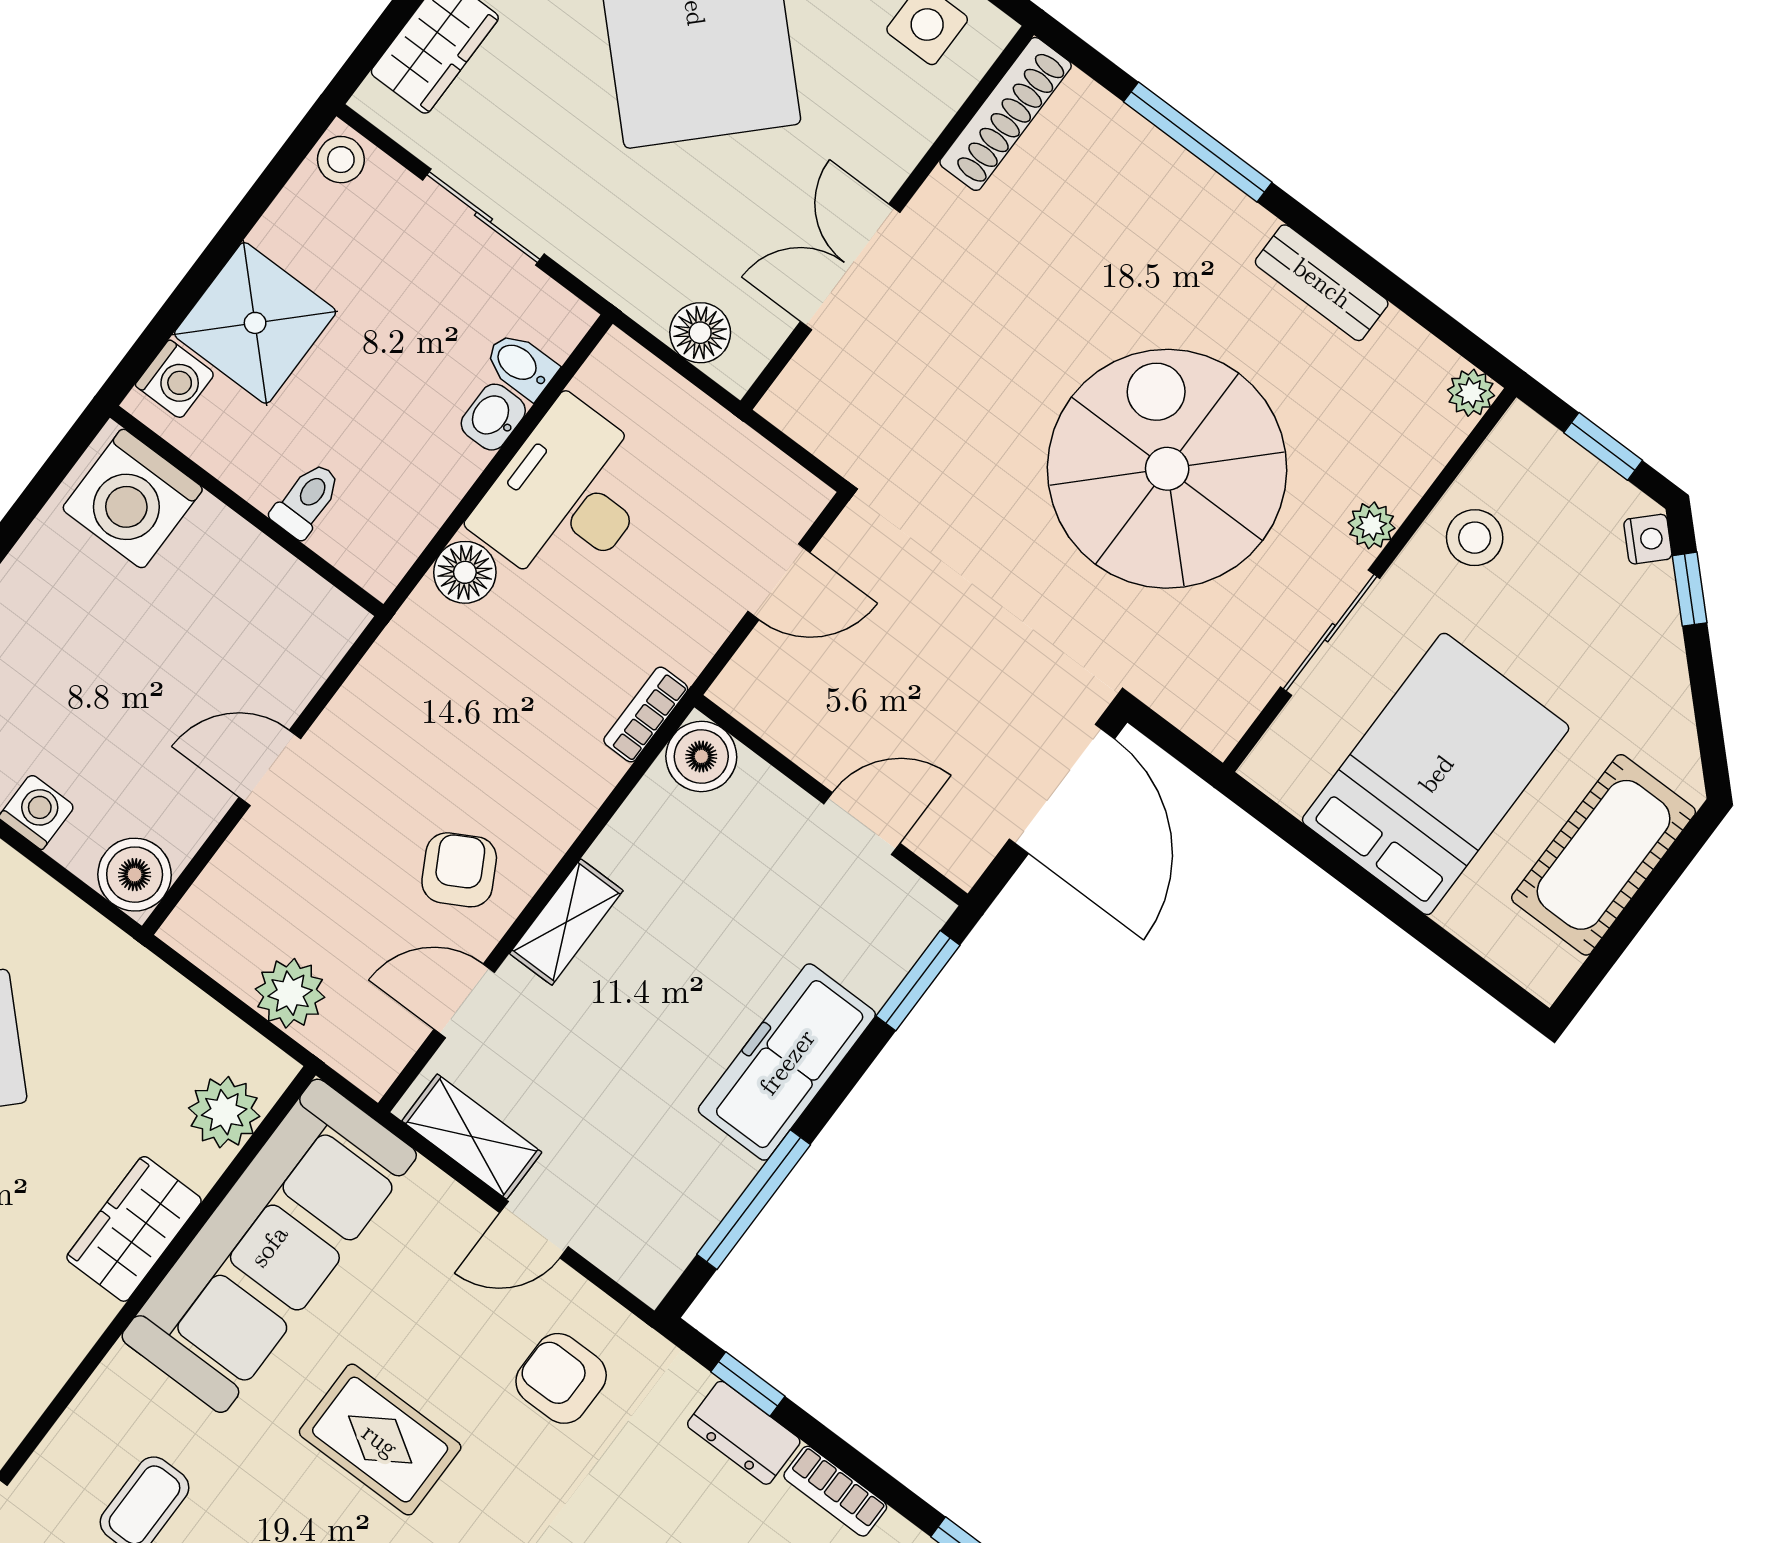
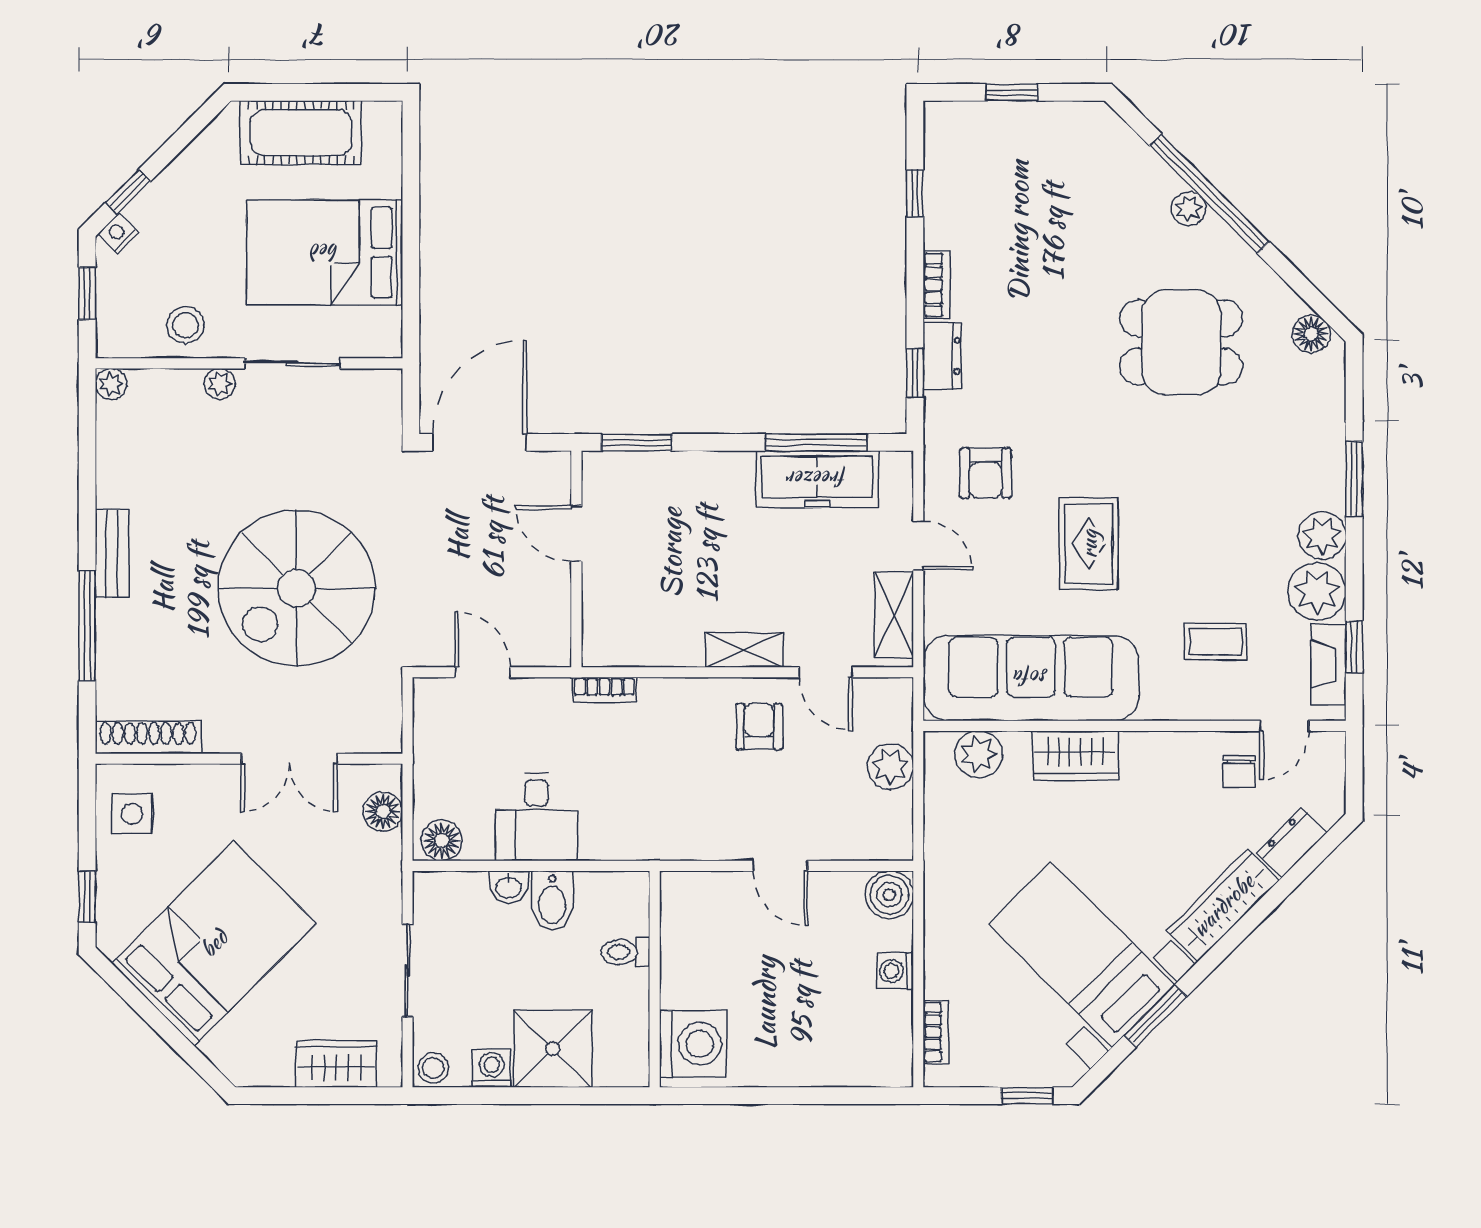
bench: (1322, 283) -> (112, 553), moved
bidet: (521, 365) -> (552, 901), moved, width x1.38, depth x1.36
washing machine: (175, 379) -> (492, 1068), moved
spiral stairs: (1167, 469) -> (296, 588), moved
desk: (567, 497) -> (536, 817), width x0.73
floor lamp: (465, 572) -> (442, 841), moved
boiler: (701, 756) -> (604, 644), removed
armchair: (459, 870) -> (759, 727), turned 119
freezer: (787, 1062) -> (817, 479), moved

